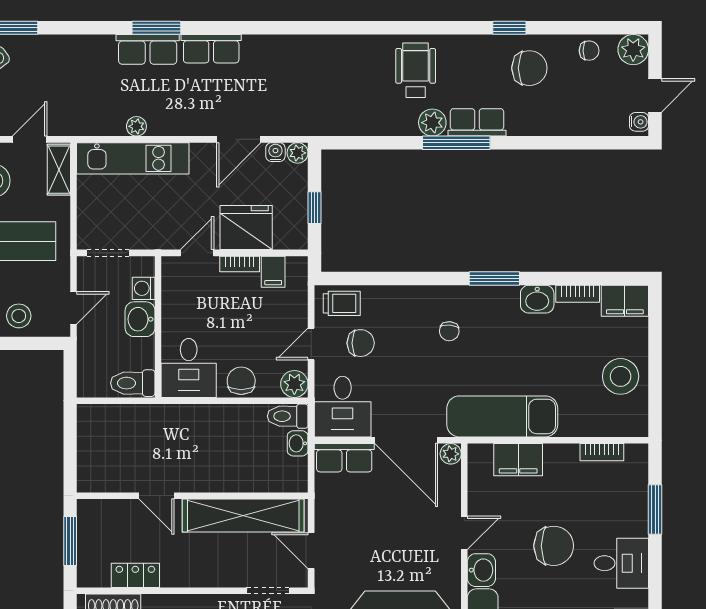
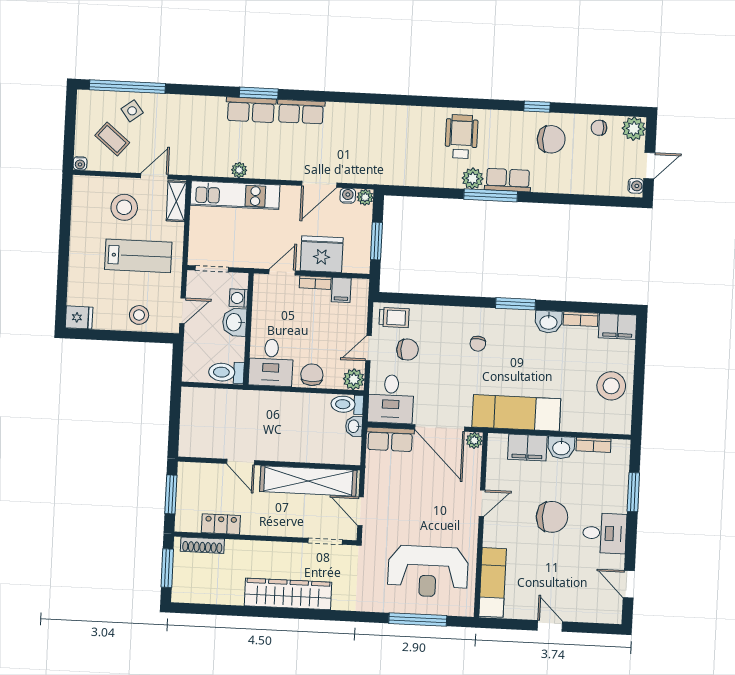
chair: (589, 51) -> (599, 128), turned 180
window: (315, 208) -> (376, 241), width x1.50
washbasin: (481, 570) -> (561, 447), moved, turned 90

